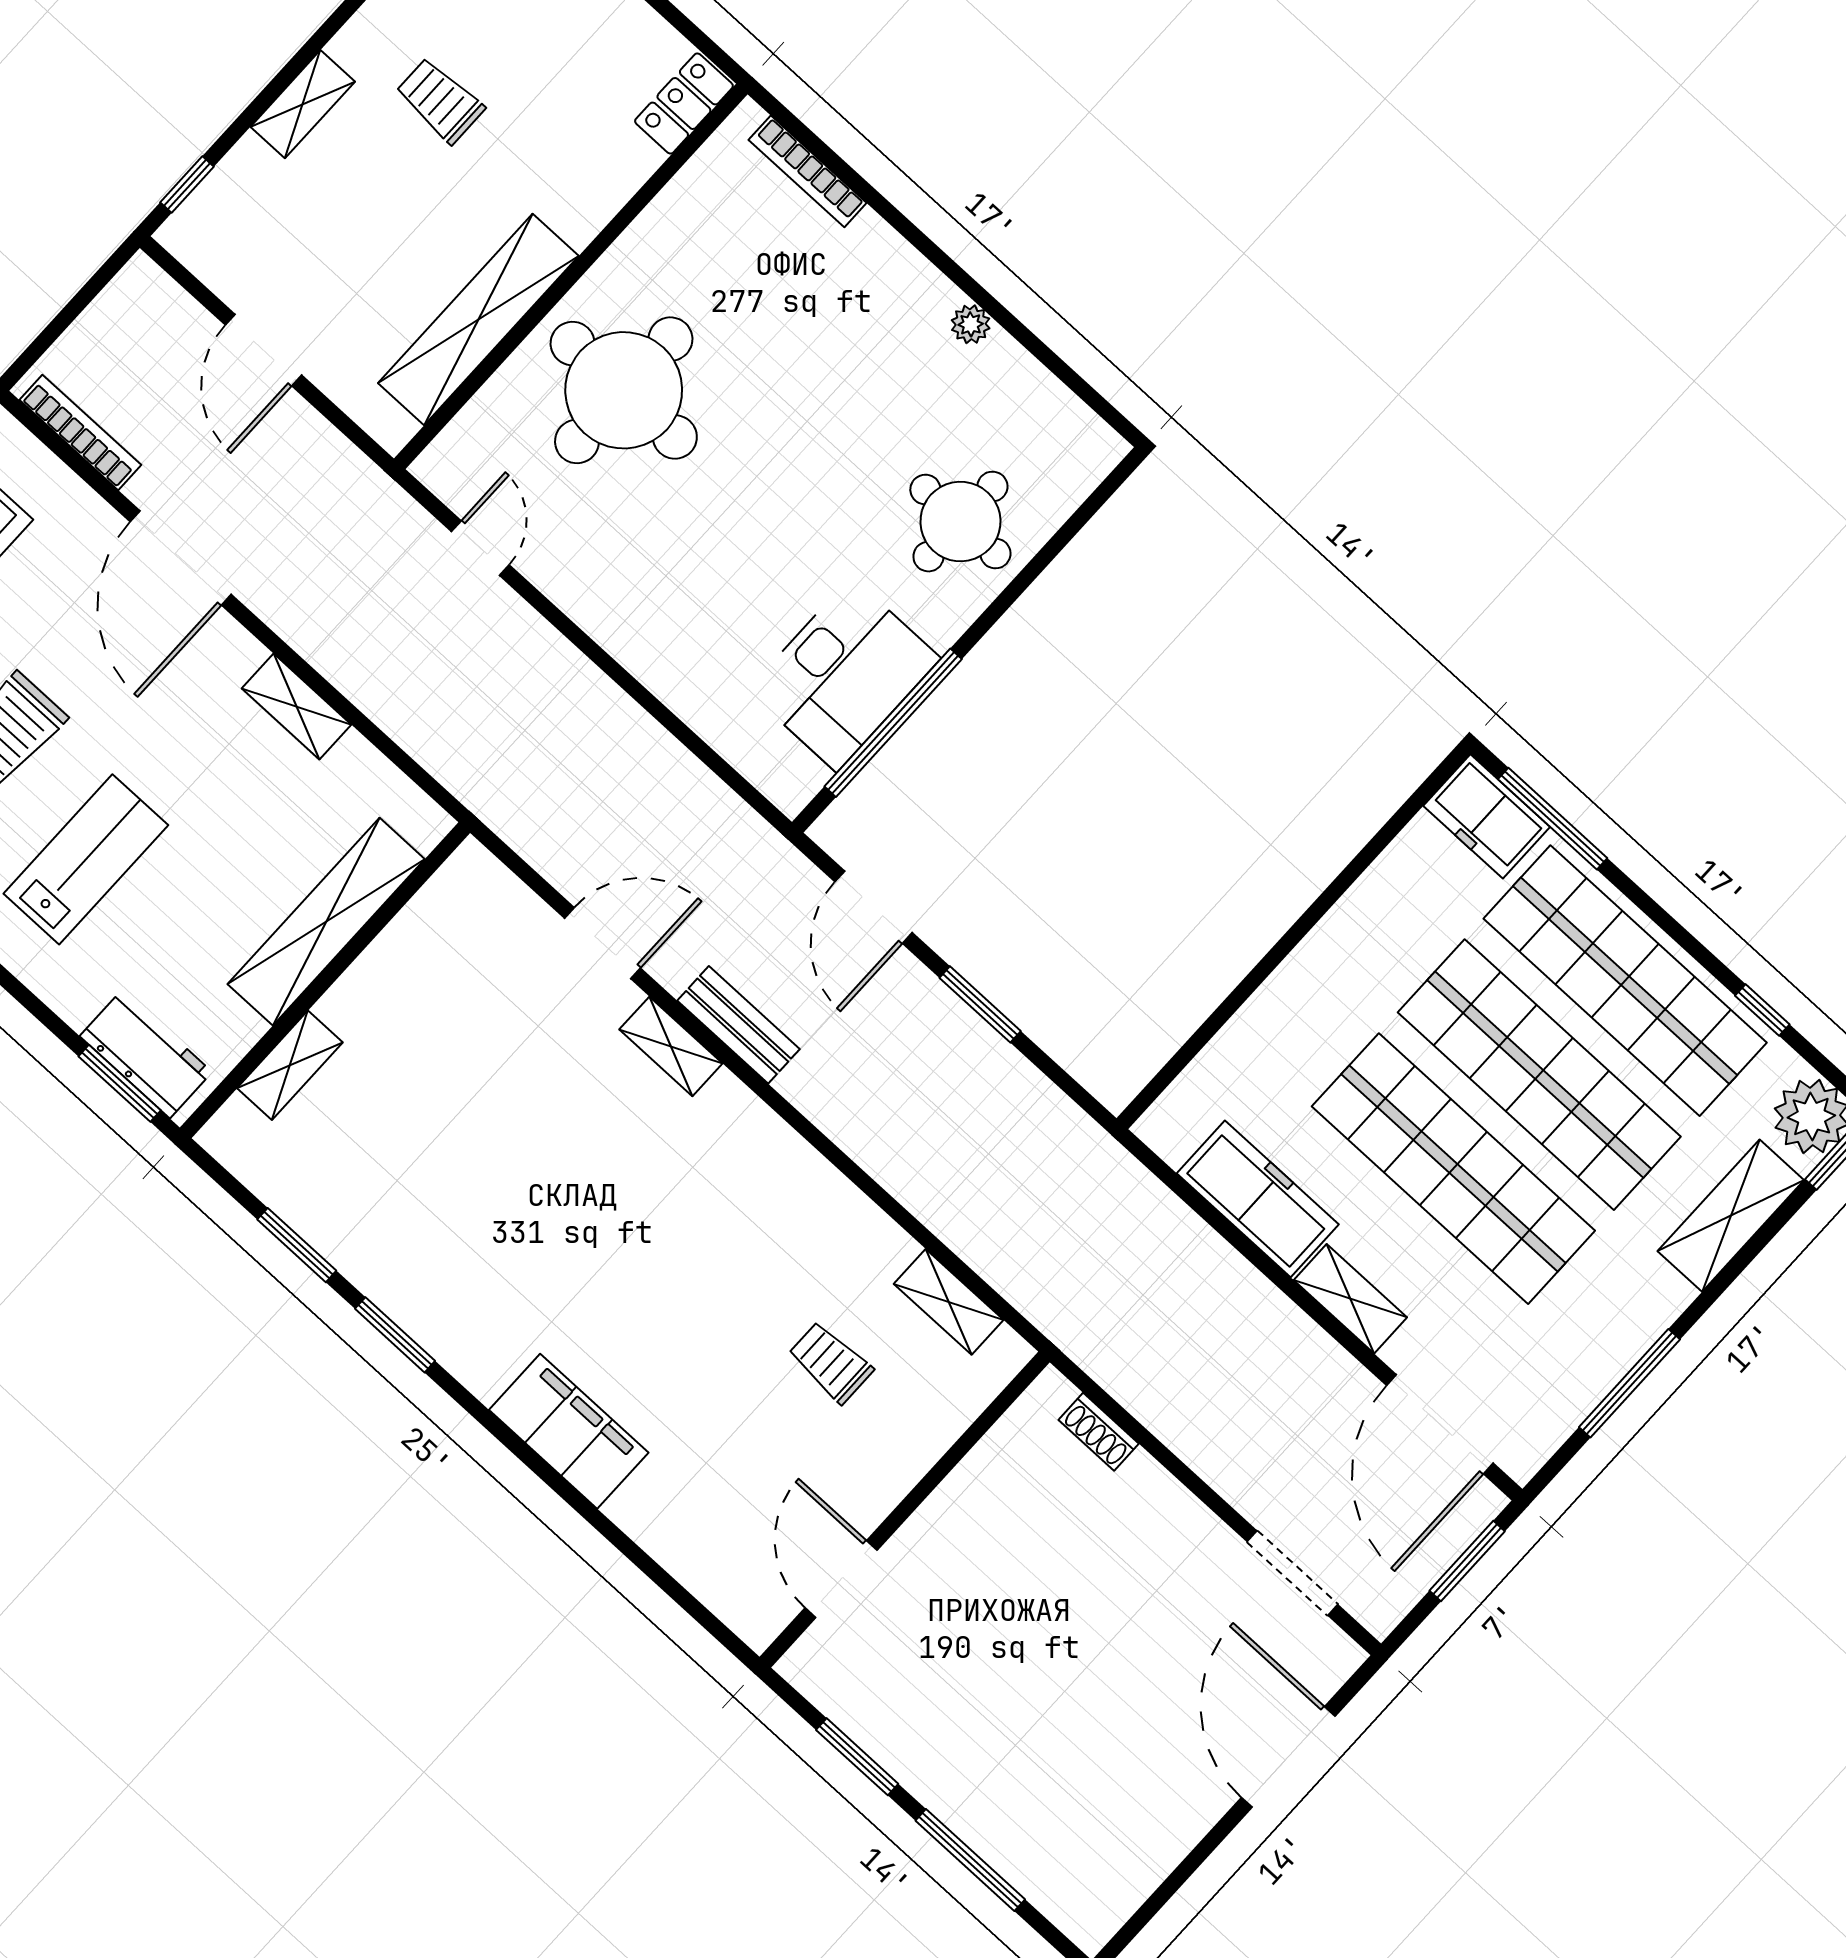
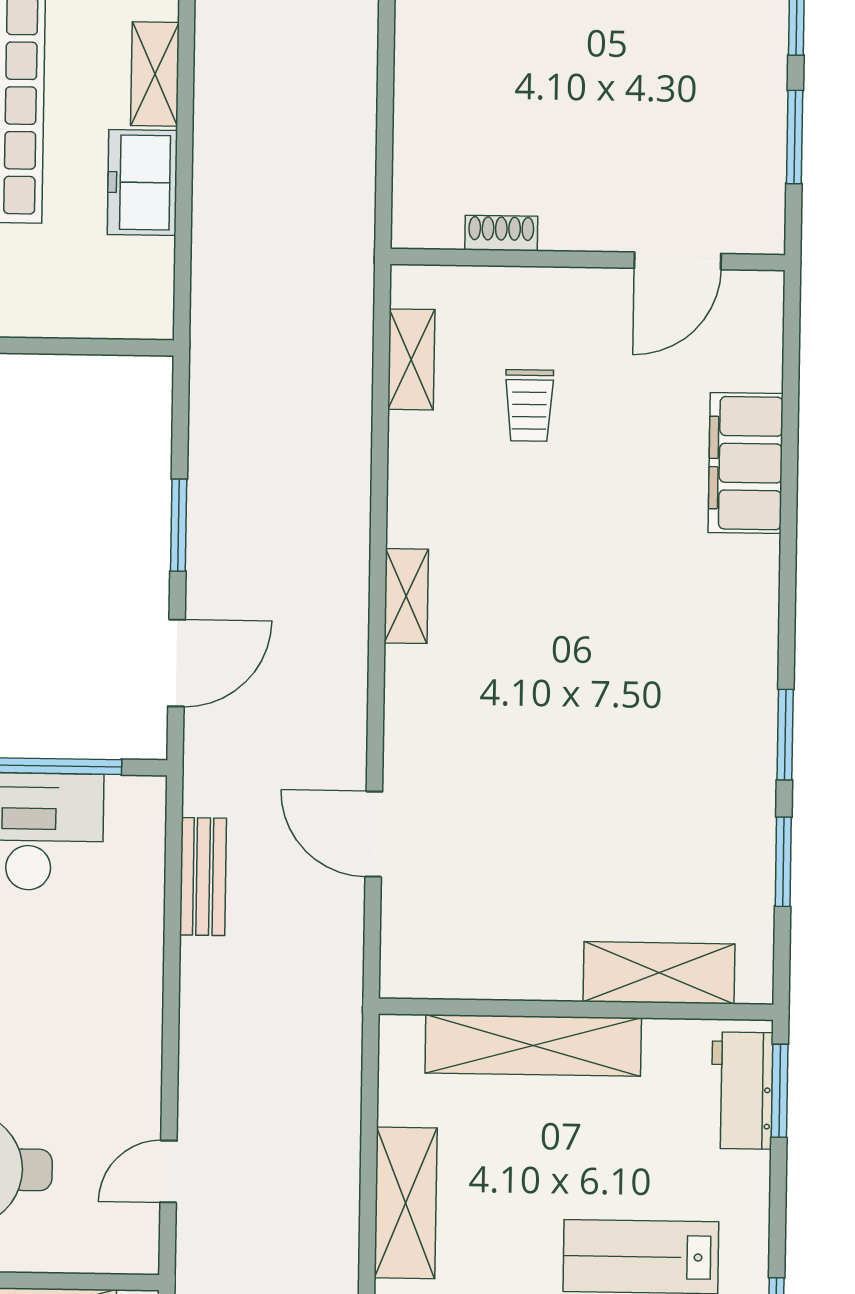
shelving: (297, 706) -> (406, 1203), width x1.50, depth x1.33
bench: (738, 1025) -> (203, 877), moved
shelving: (671, 1046) -> (406, 596), moved
shelving: (290, 1065) -> (659, 973), width x1.50, depth x1.33
freezer: (1258, 1199) -> (142, 182), width x0.71
filing cabinet: (569, 1431) -> (746, 463), moved
shoe rack: (1099, 1432) -> (501, 233), moved, turned -90

